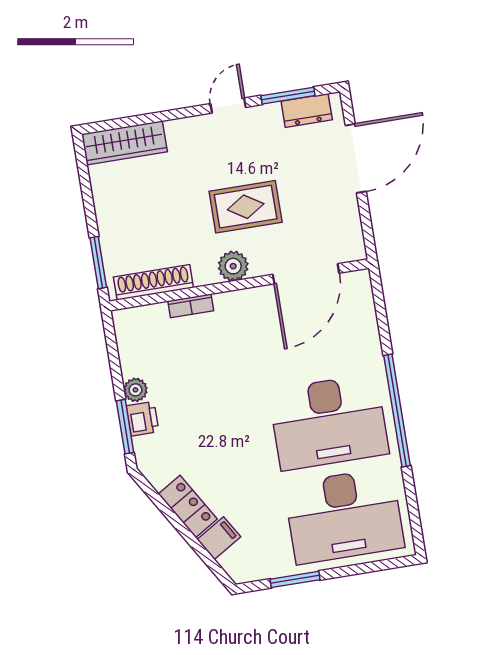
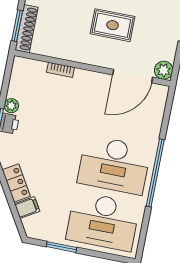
plant: (233, 266) -> (164, 70), moved
shoe rack: (153, 282) -> (27, 29), moved, turned 90

